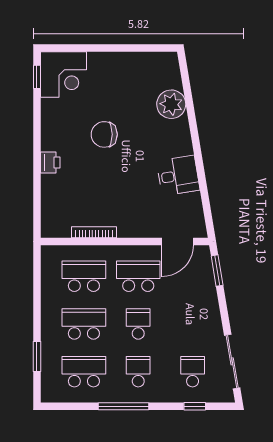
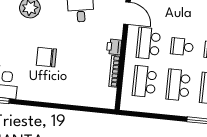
chair: (104, 134) -> (46, 57), turned 90
printer: (50, 162) -> (114, 47), moved, turned -90

